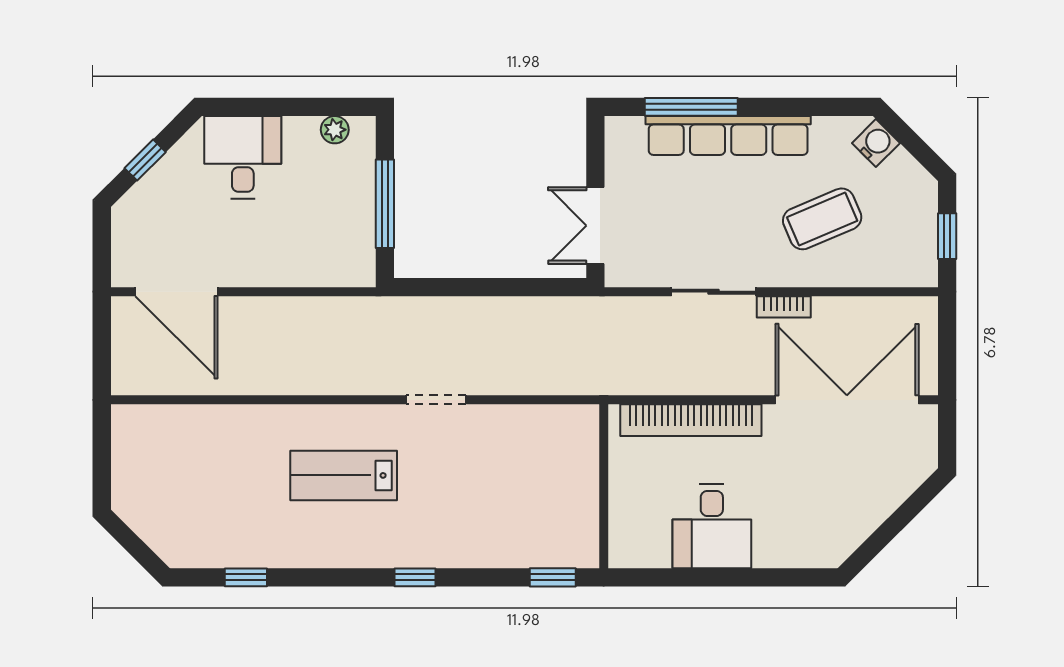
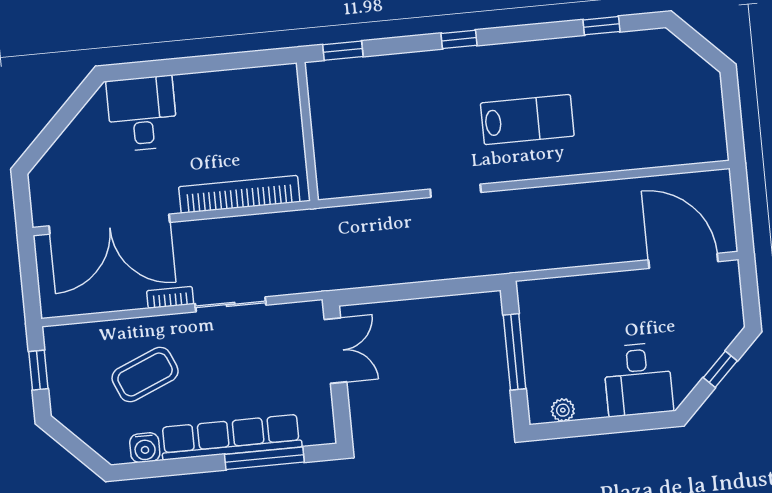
water cooler: (876, 143) -> (145, 448), moved, turned -45
desk: (712, 526) -> (142, 113), moved

